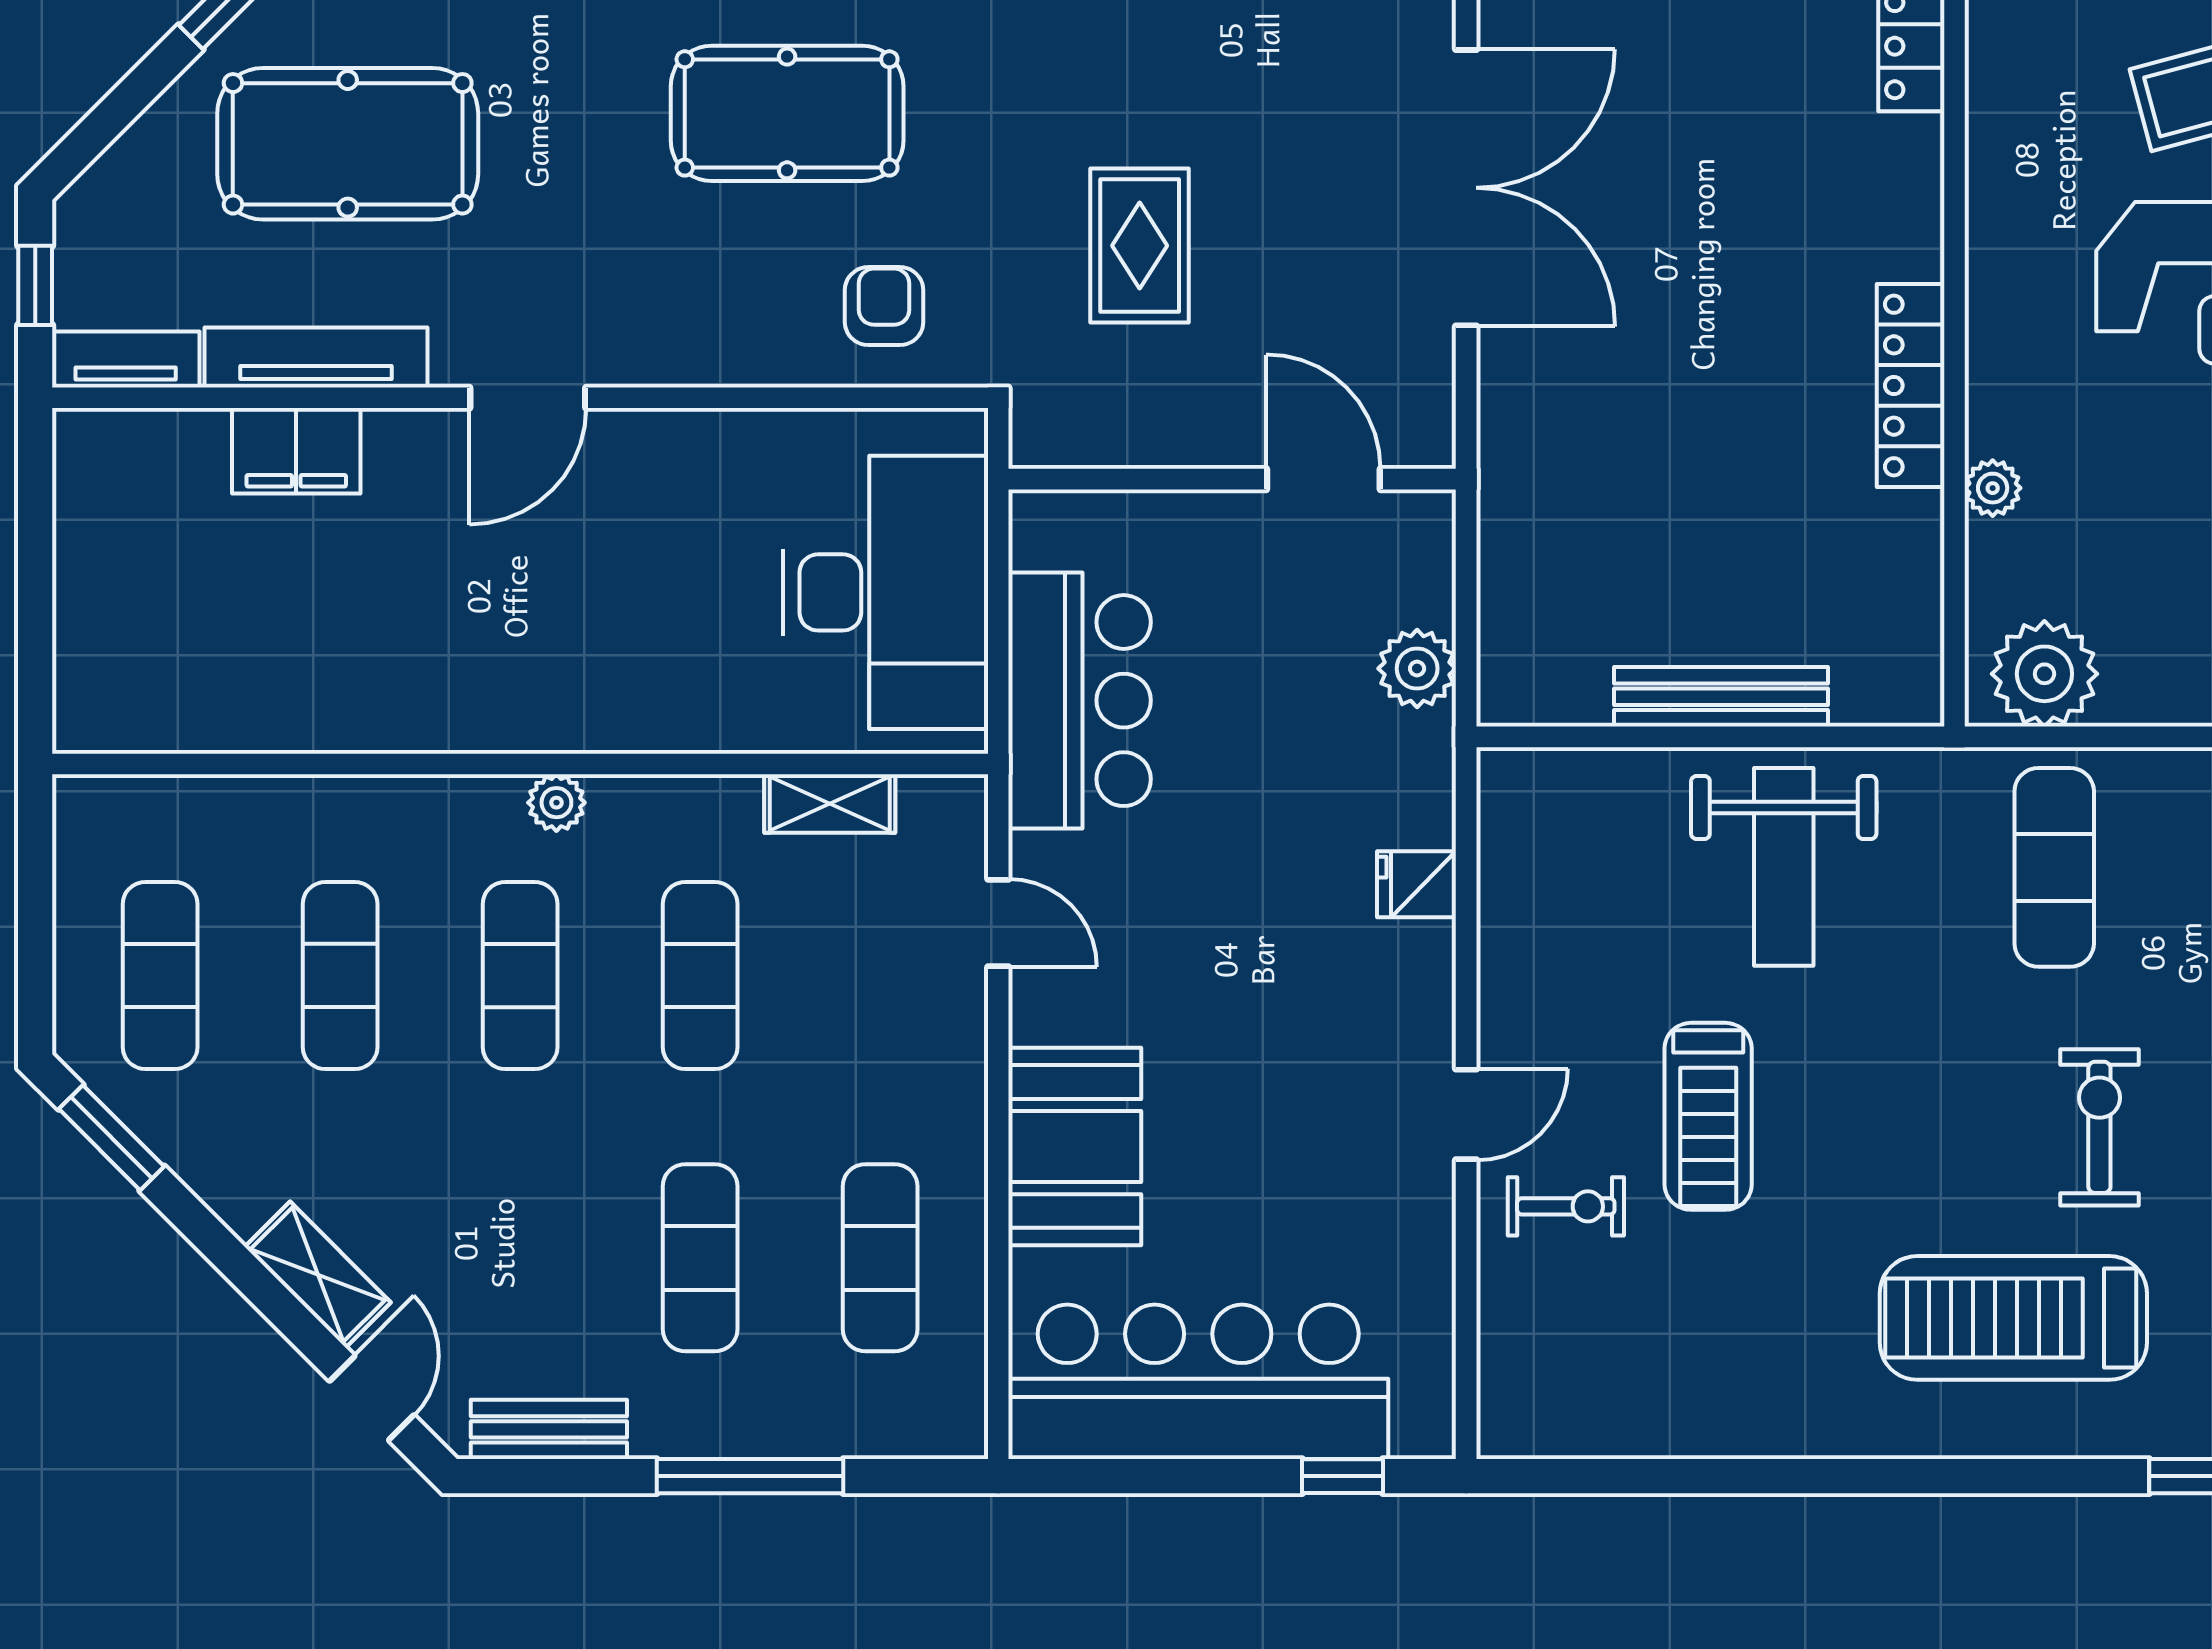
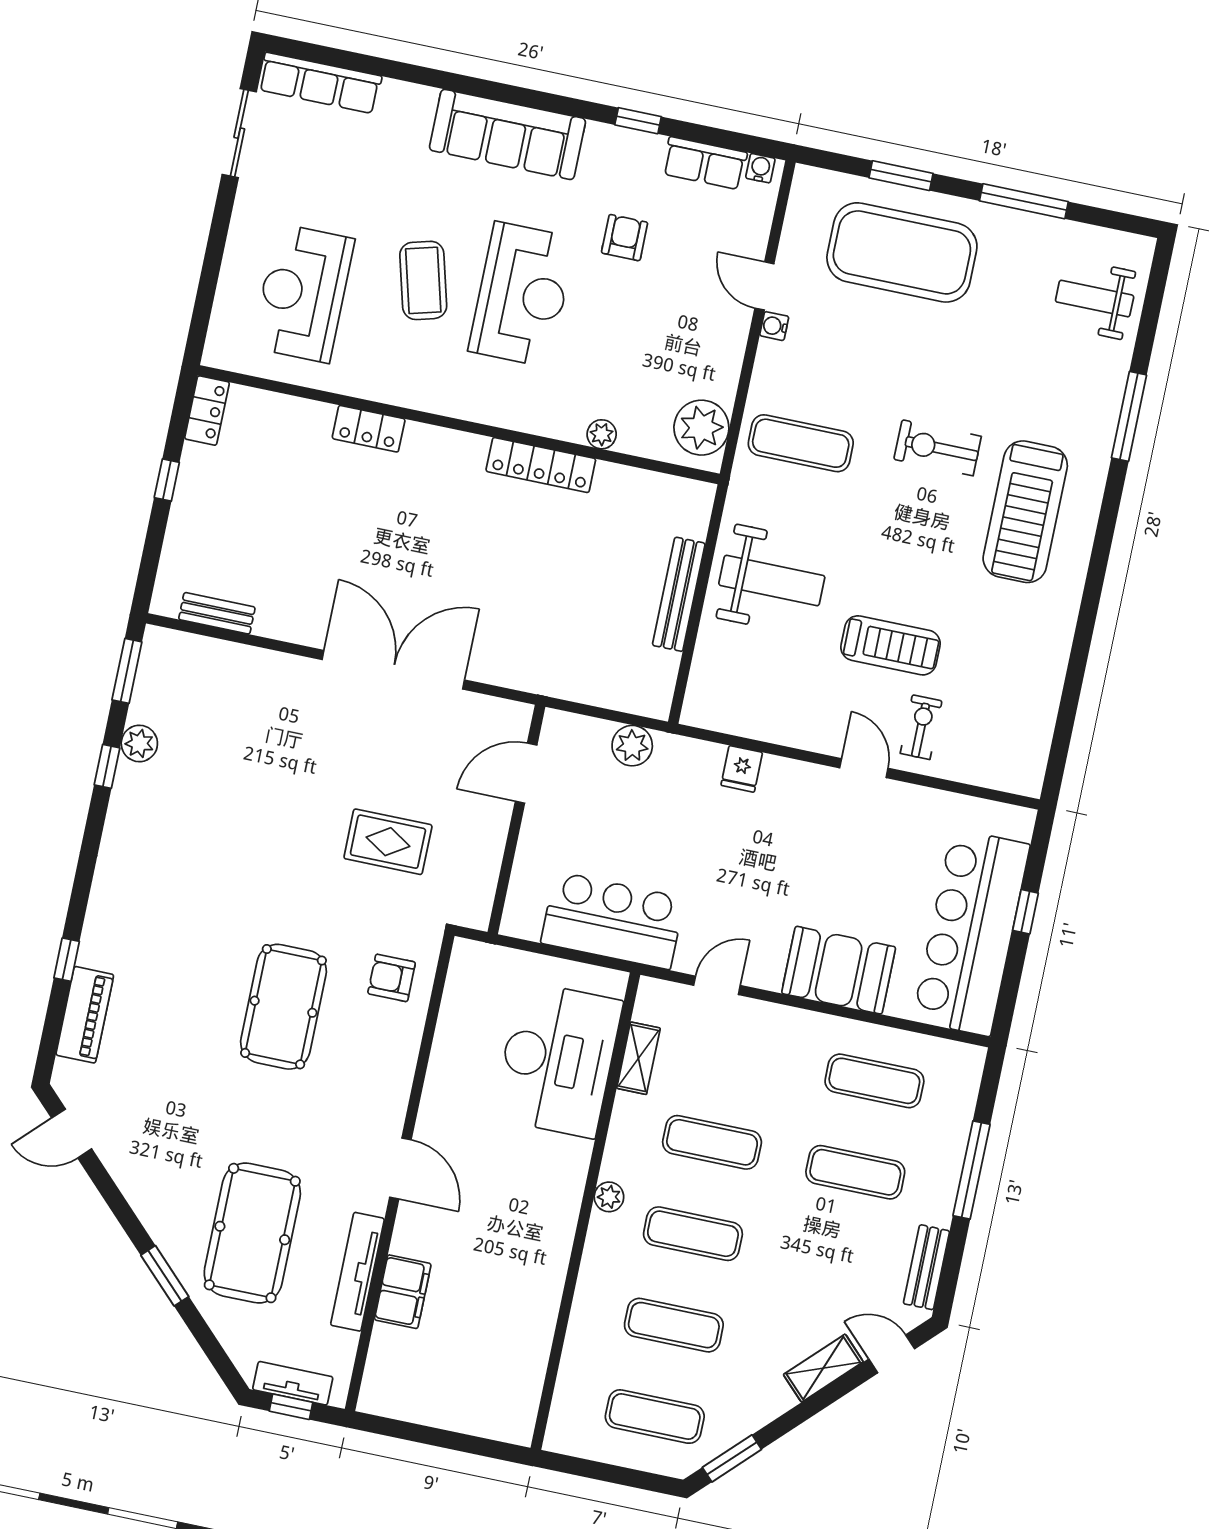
tv unit: (126, 360) -> (293, 1383), moved, turned 90
desk: (886, 592) -> (558, 1059), moved, turned 90
window: (1342, 1476) -> (1025, 912), moved

